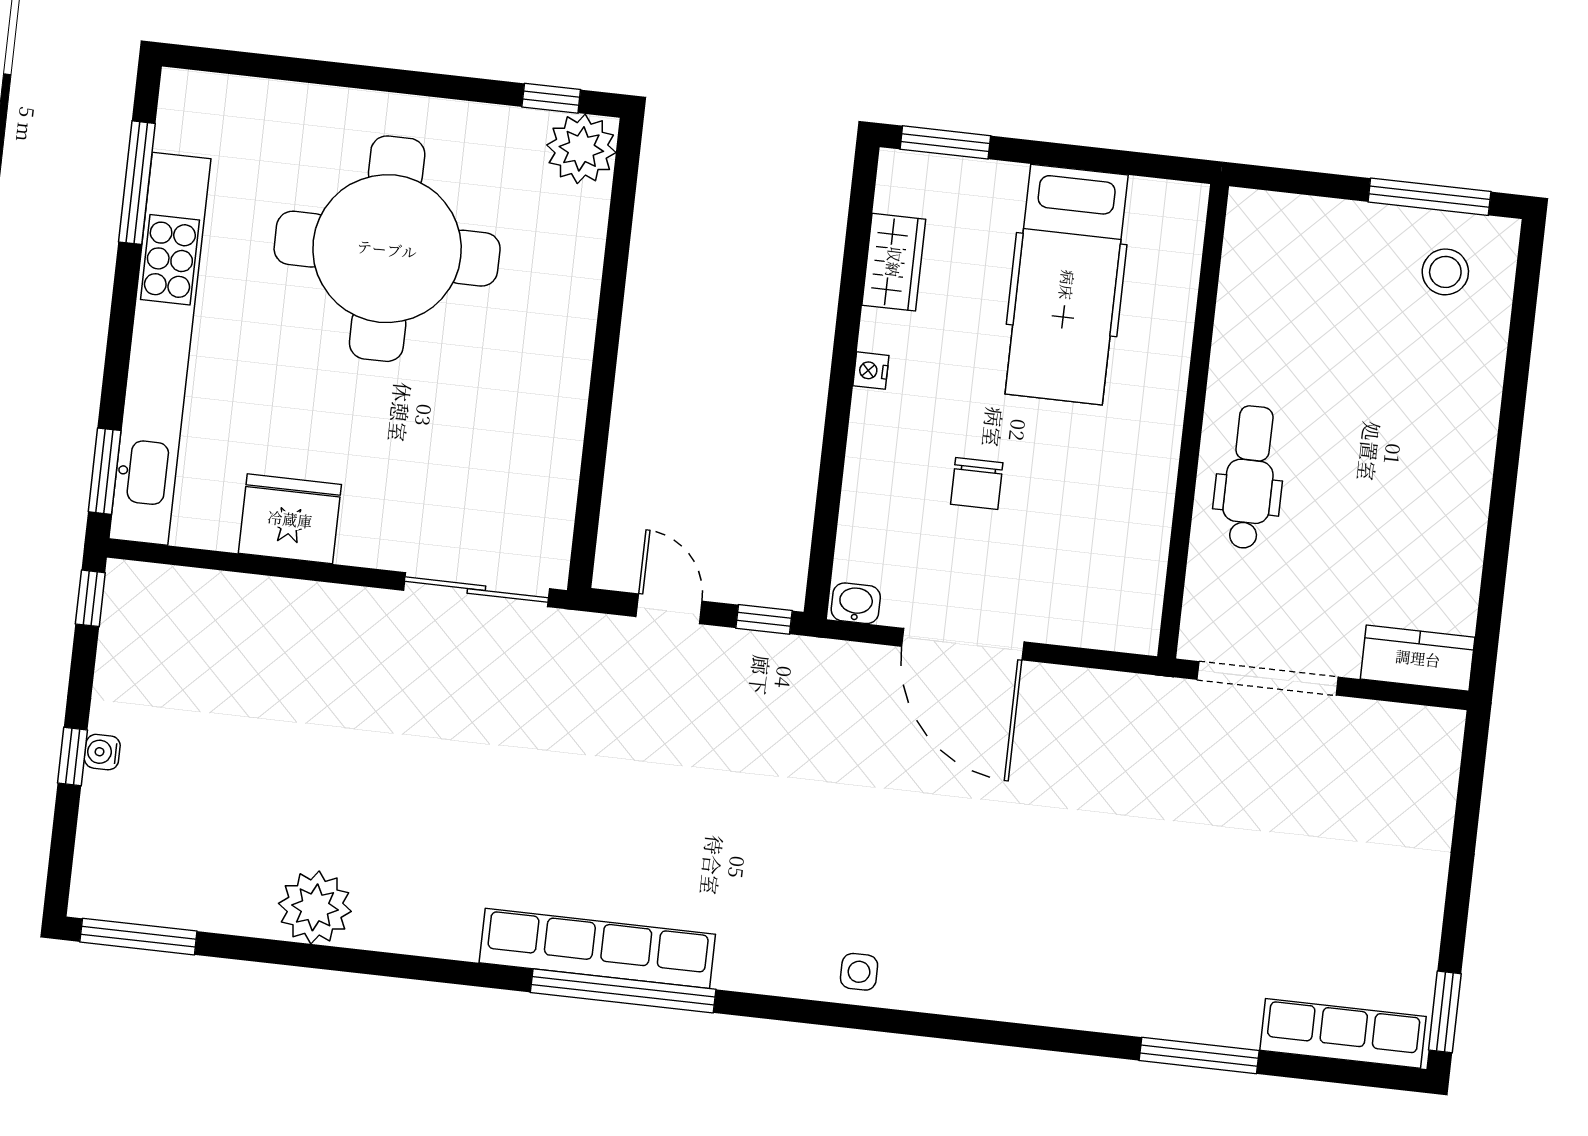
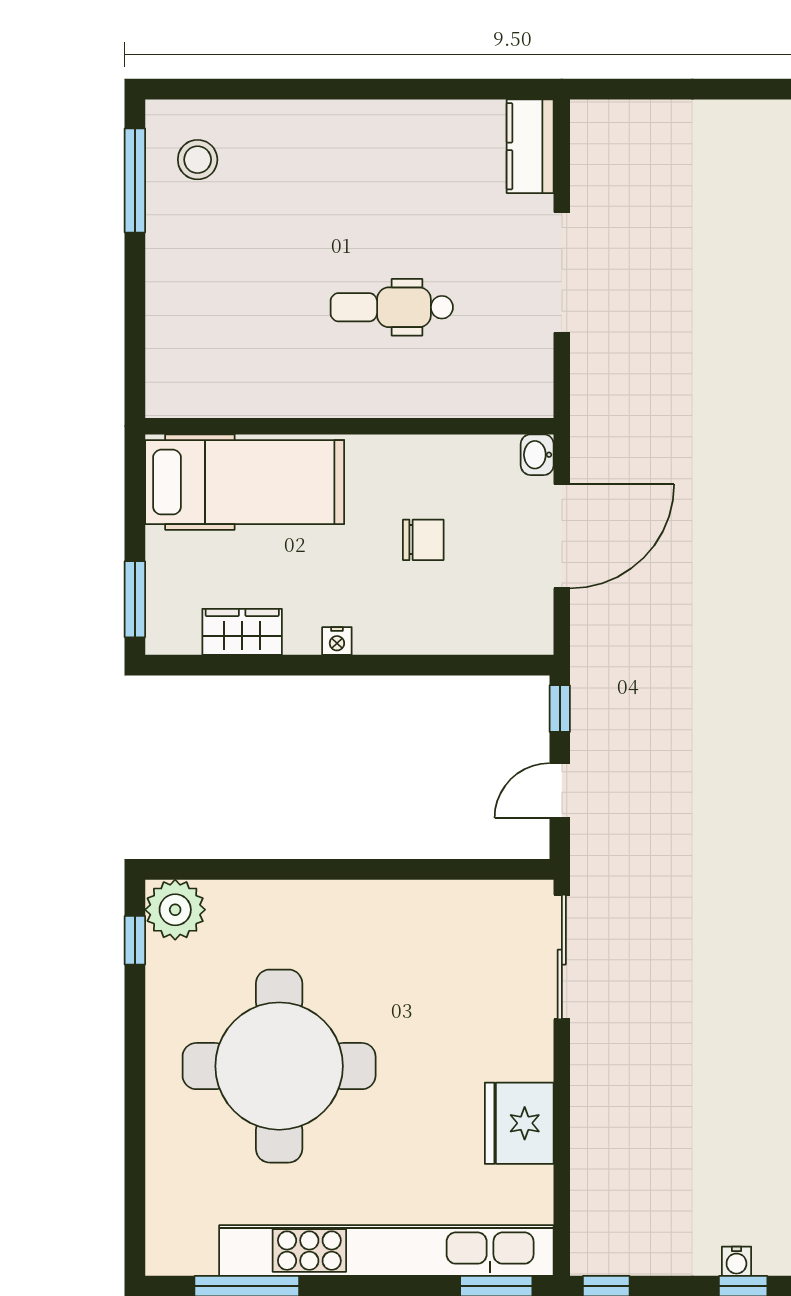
wall: (1193, 421) -> (349, 426), moved
washbasin: (856, 603) -> (537, 455), moved

